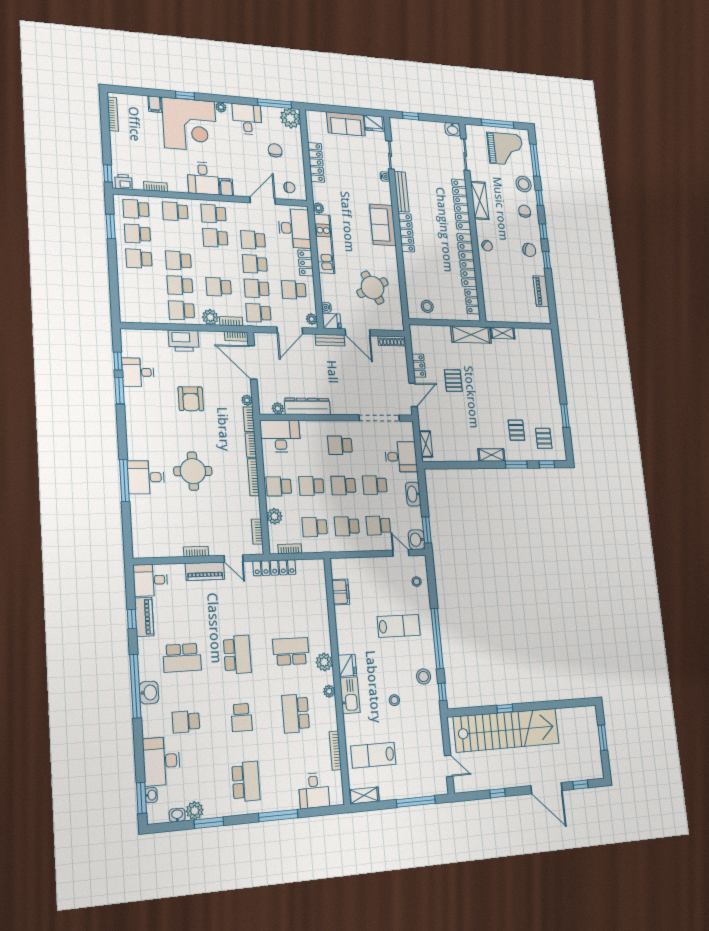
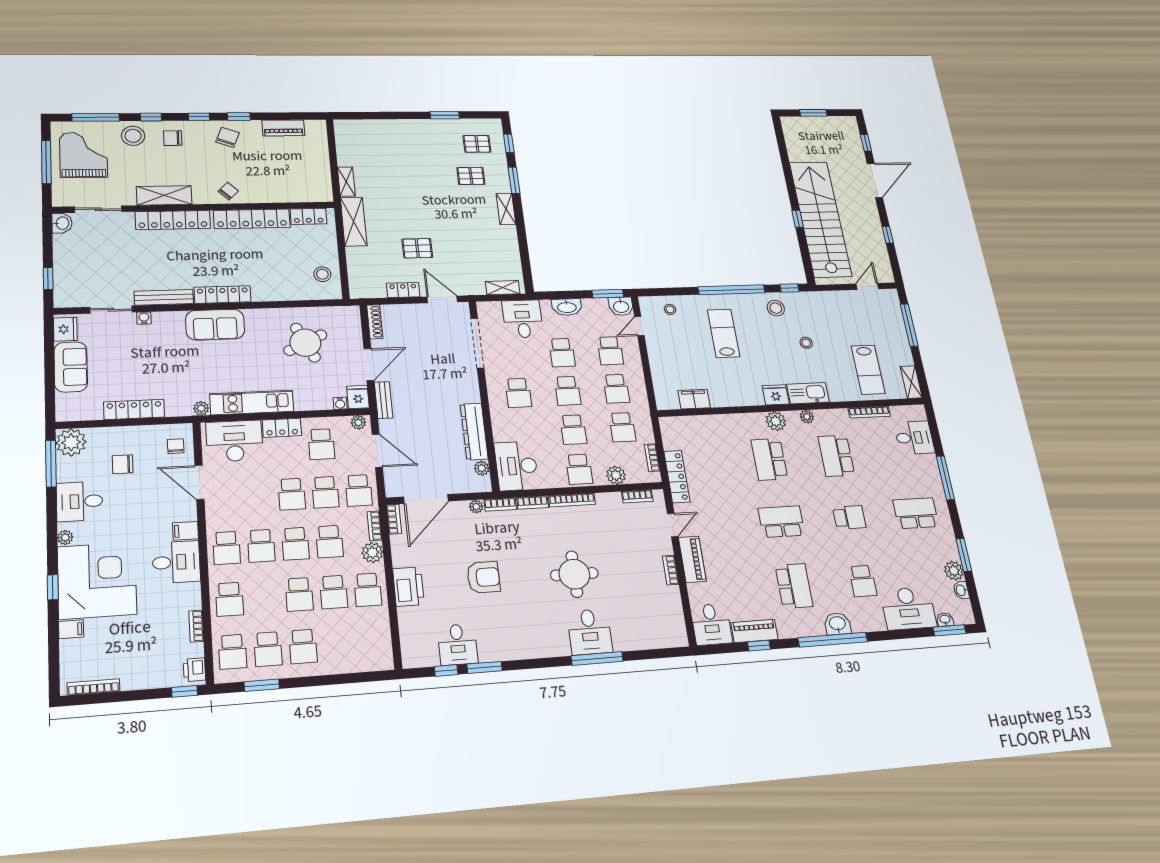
school desk: (253, 240) -> (295, 544), moved
school desk: (296, 713) -> (836, 456), turned 90

